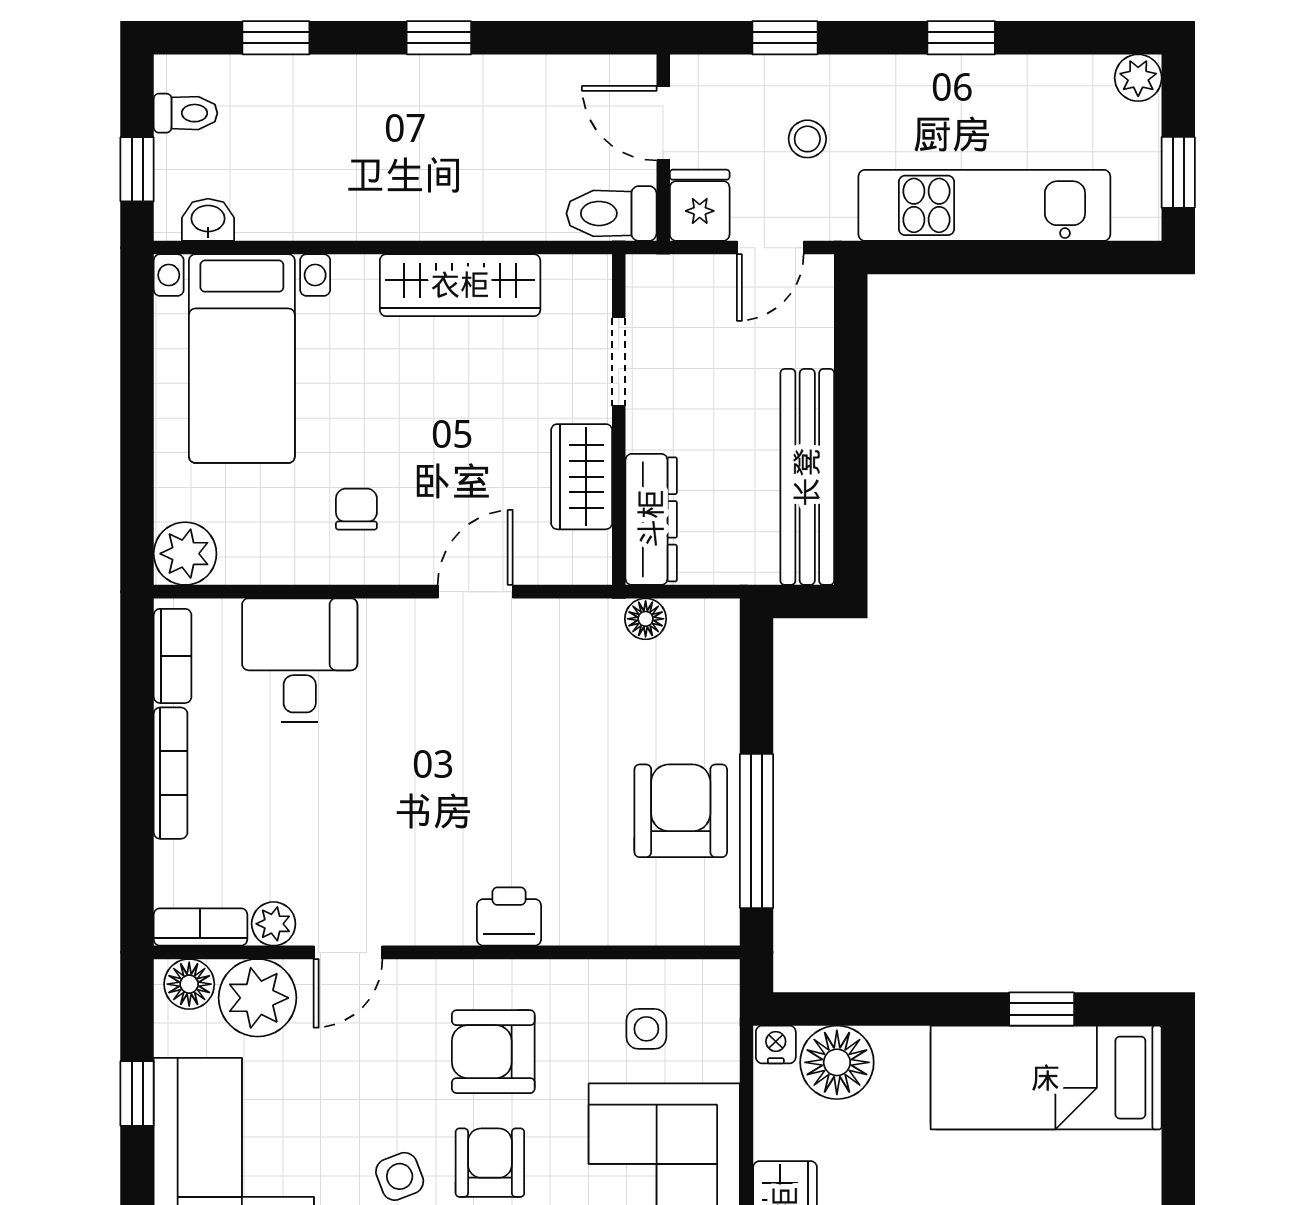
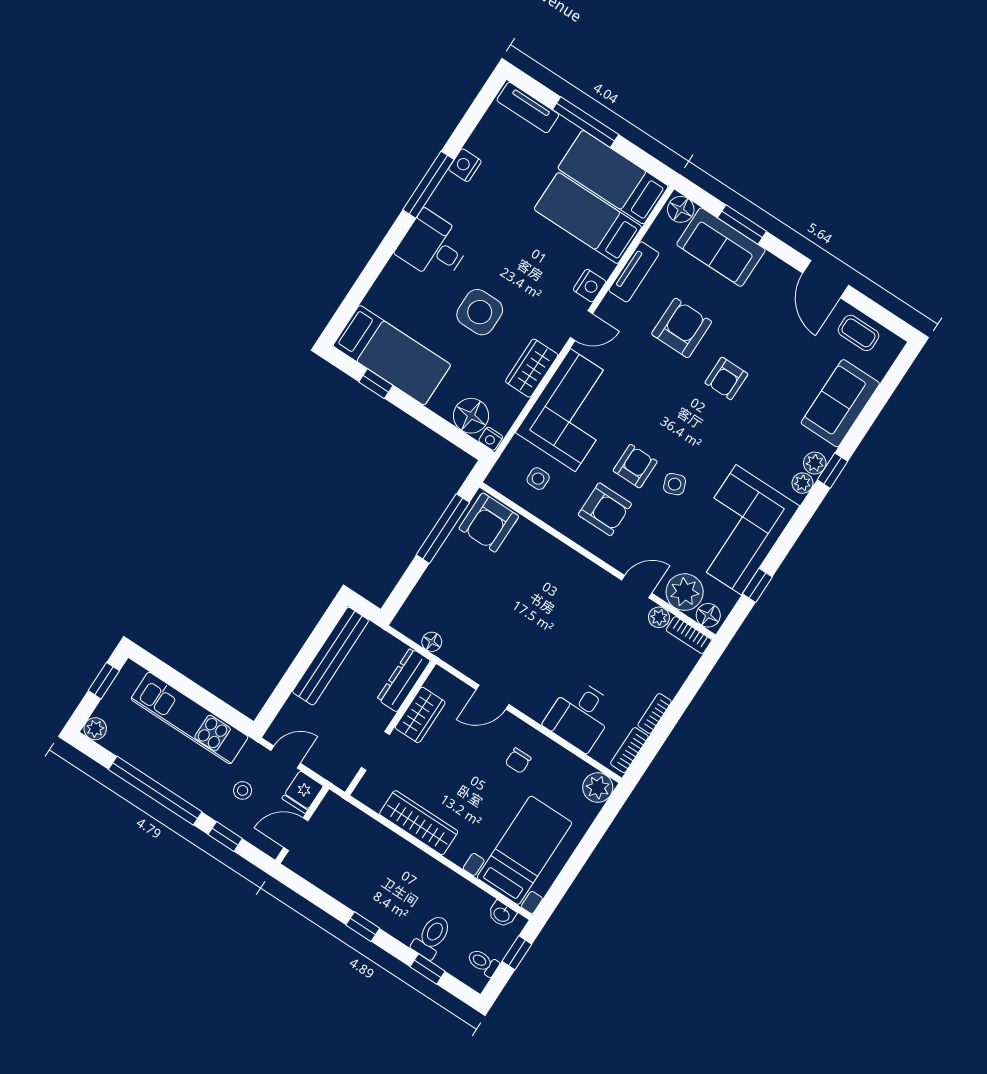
window: (961, 38) -> (155, 791), width x3.17
door: (663, 123) -> (296, 834), swing flipped
toilet: (611, 213) -> (432, 937), moved, turned -90
bookcase: (171, 773) -> (655, 713), width x0.64
armchair: (681, 811) -> (489, 523), moved
printer: (509, 917) -> (563, 559), removed
armchair: (490, 1163) -> (635, 466), turned 180

